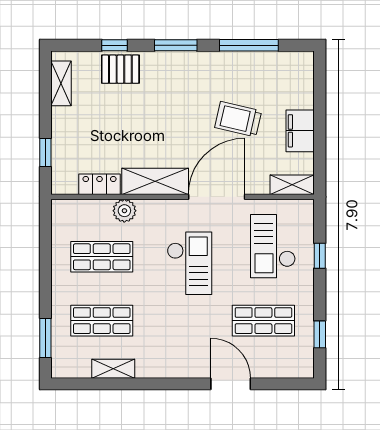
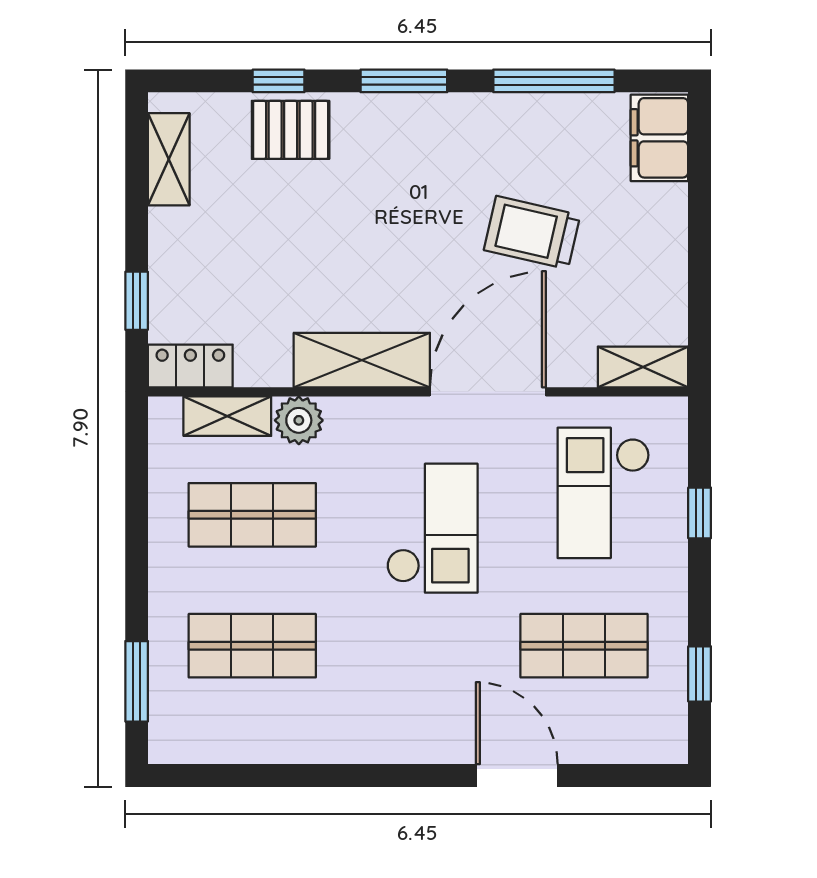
filing cabinet: (300, 131) -> (659, 138), moved
locker: (100, 184) -> (190, 366), moved
shelving: (113, 369) -> (227, 416), moved

